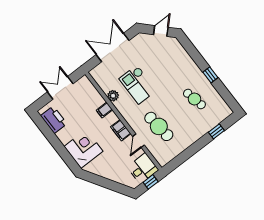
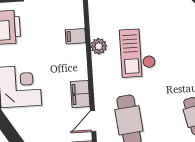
filing cabinet: (104, 110) -> (76, 36), moved

